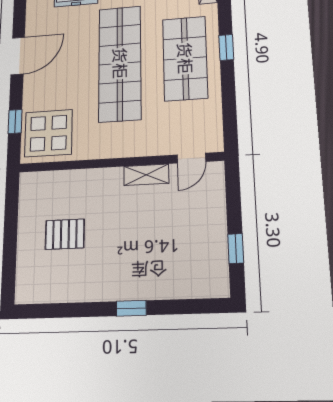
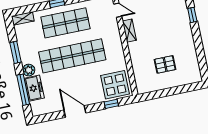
pallet: (65, 234) -> (165, 64), turned 90
window: (131, 308) -> (192, 15), moved

